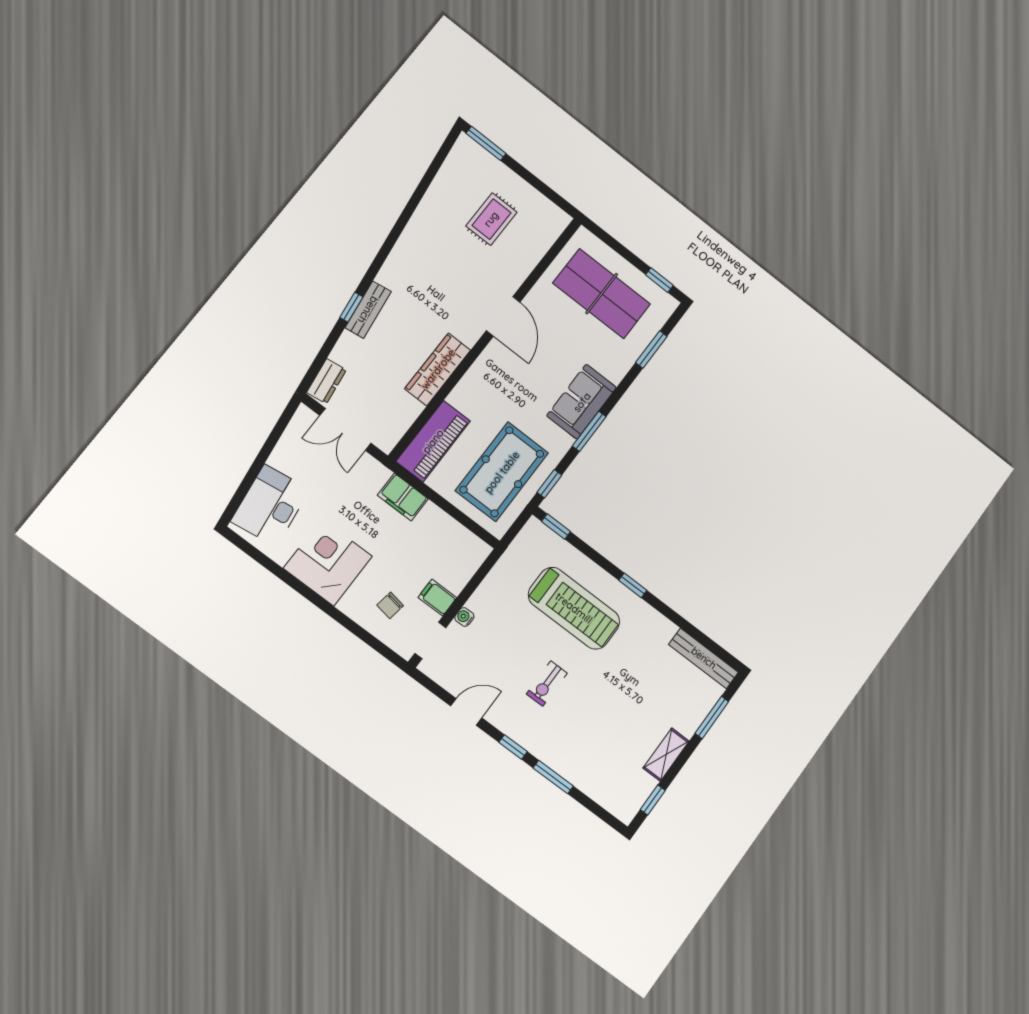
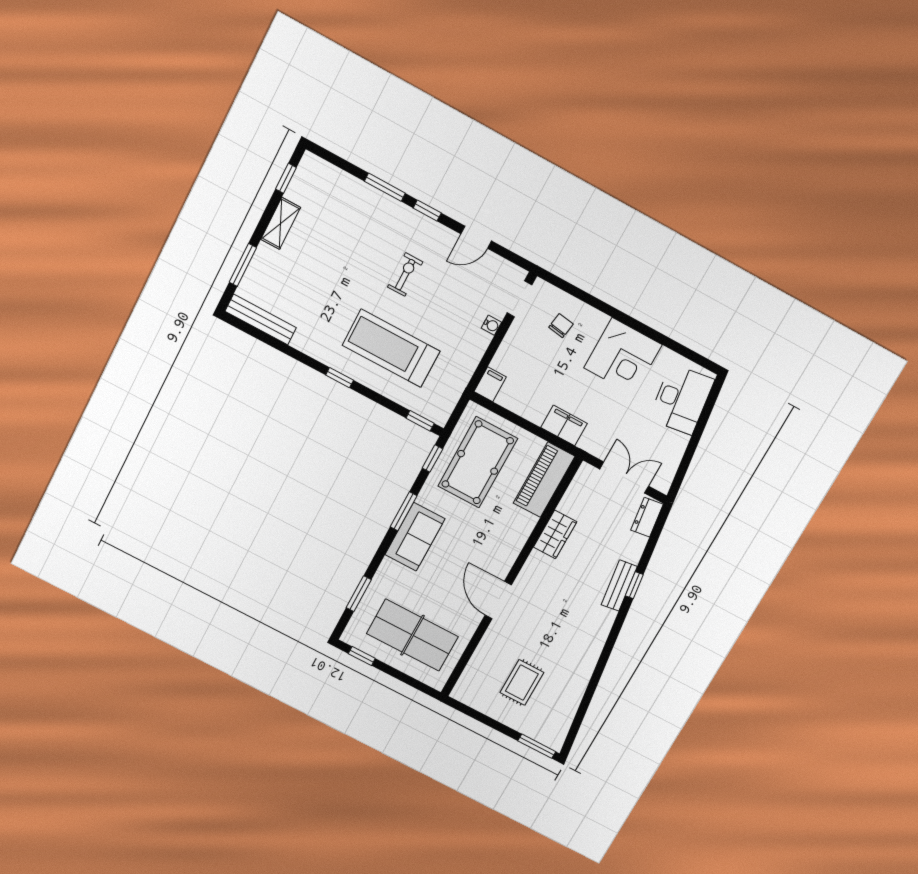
wardrobe: (438, 369) -> (555, 534), width x0.67
filing cabinet: (437, 598) -> (490, 384), moved, turned -90

